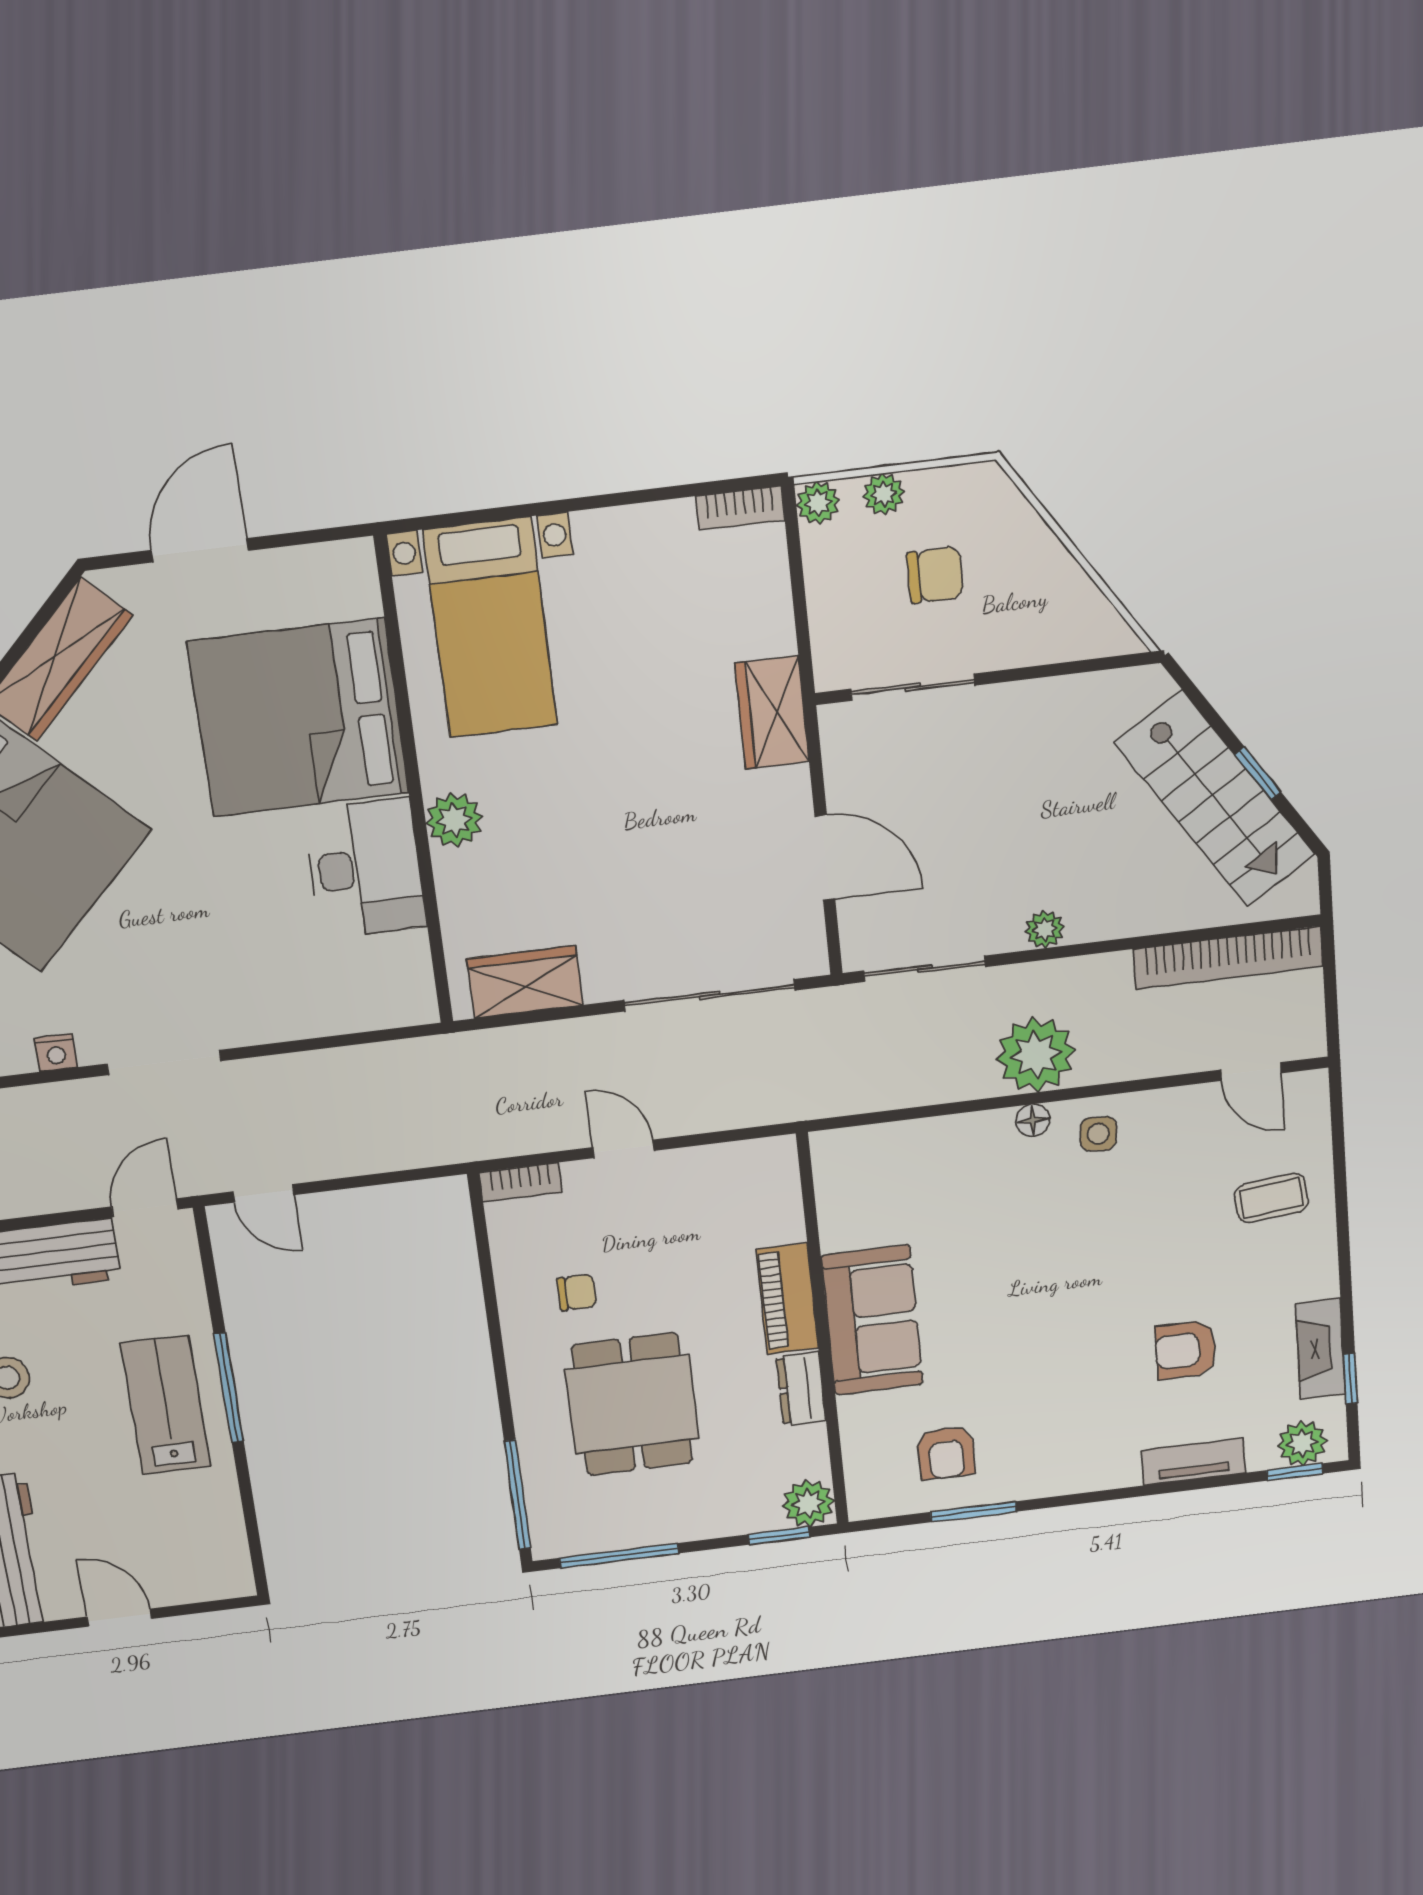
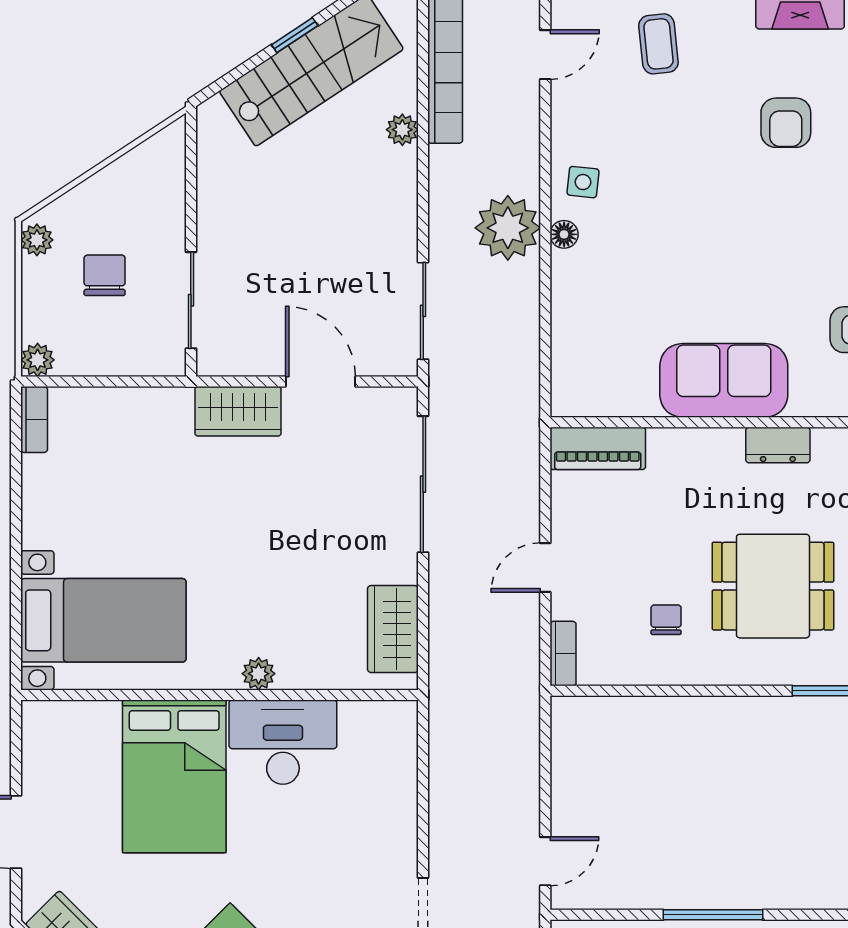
plant: (884, 494) -> (37, 240), moved
wardrobe: (772, 712) -> (238, 411), moved
bed: (299, 718) -> (174, 776), width x0.73
plant: (454, 820) -> (259, 674), width x0.73, depth x0.73
door: (825, 858) -> (320, 381), hinge flipped
plant: (1045, 929) -> (402, 130), moved
piano: (787, 1299) -> (598, 448), moved

